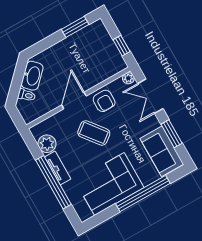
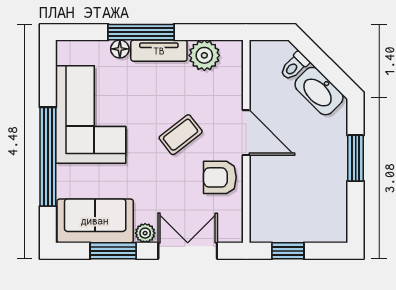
window: (75, 27) -> (356, 158), moved
plant: (128, 78) -> (145, 233), moved
coffee table: (94, 133) -> (181, 135), width x0.73, depth x0.77
window: (53, 182) -> (141, 32), width x0.68
floor lamp: (68, 188) -> (120, 49), added

